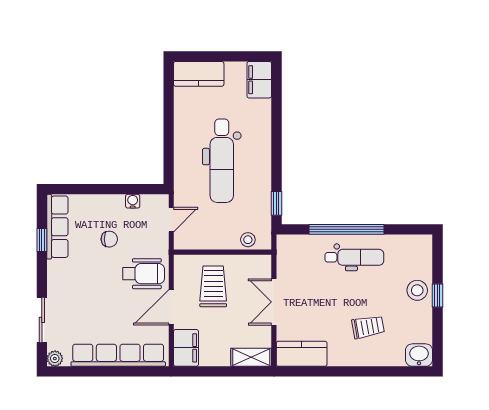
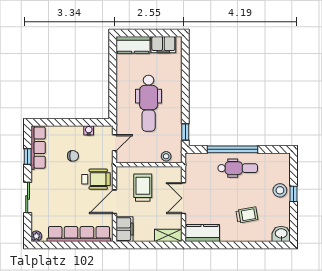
filing cabinet: (259, 80) -> (163, 45), moved, turned -90
sliding door: (42, 320) -> (28, 197), moved

